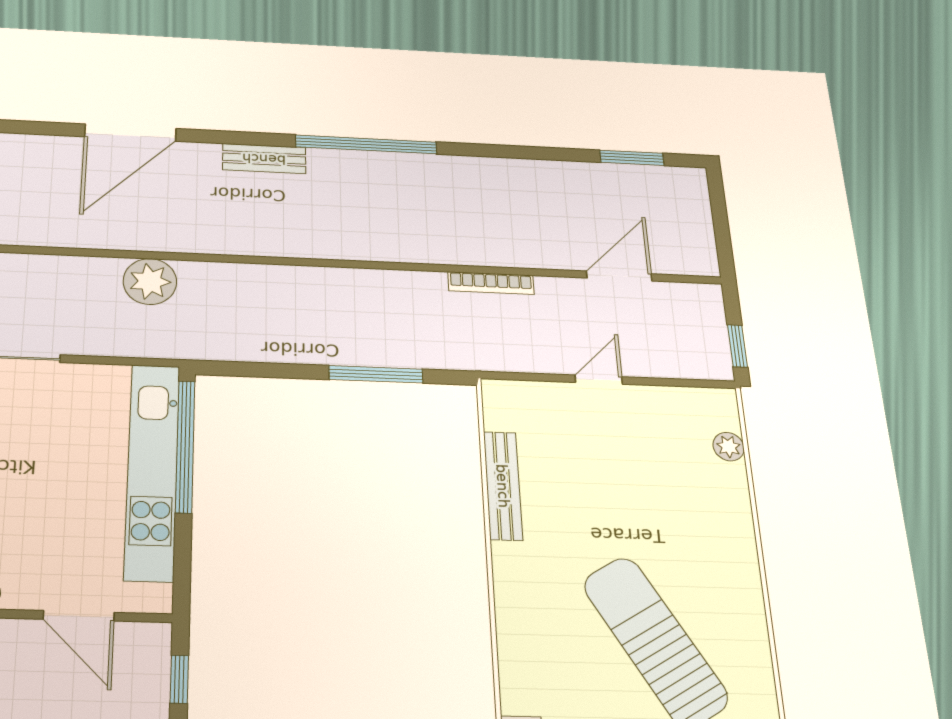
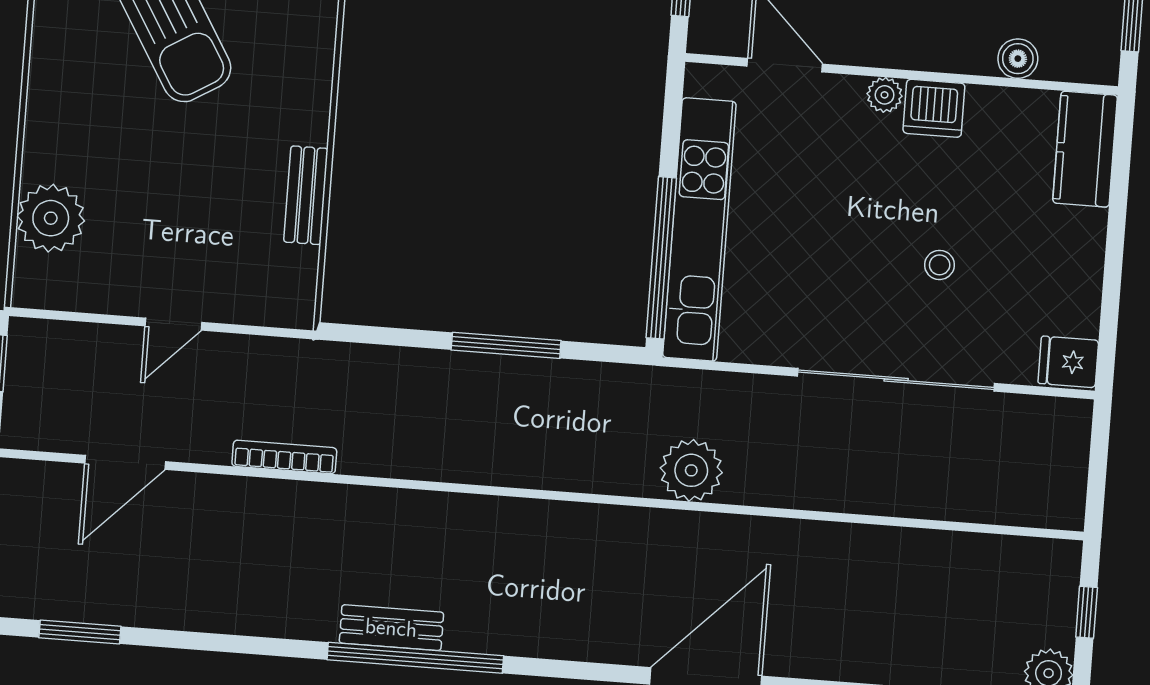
bench: (264, 159) -> (391, 628), moved
window: (376, 374) -> (506, 345), moved
plant: (729, 447) -> (51, 218), width x1.87, depth x1.87
bench: (503, 486) -> (306, 195), width x0.73

